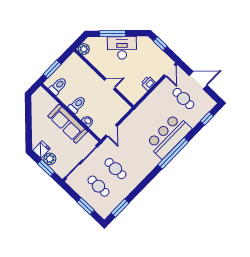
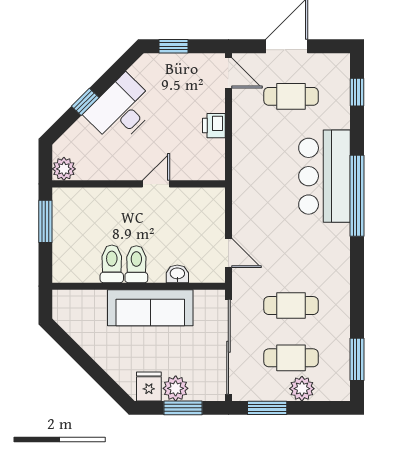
window: (113, 34) -> (85, 102), width x0.46
window: (52, 69) -> (45, 221), moved
toilet: (58, 86) -> (112, 264), moved
plant: (92, 200) -> (302, 389), added
window: (86, 206) -> (267, 408), moved

